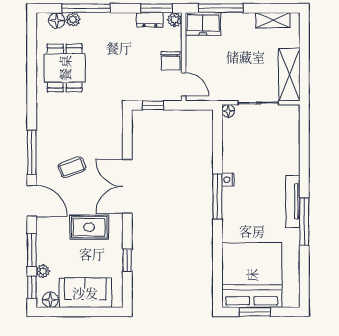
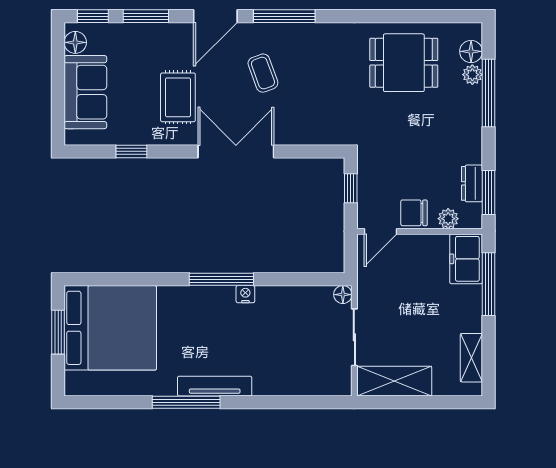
plant: (175, 20) -> (448, 219), moved
plant: (43, 271) -> (116, 32), removed

